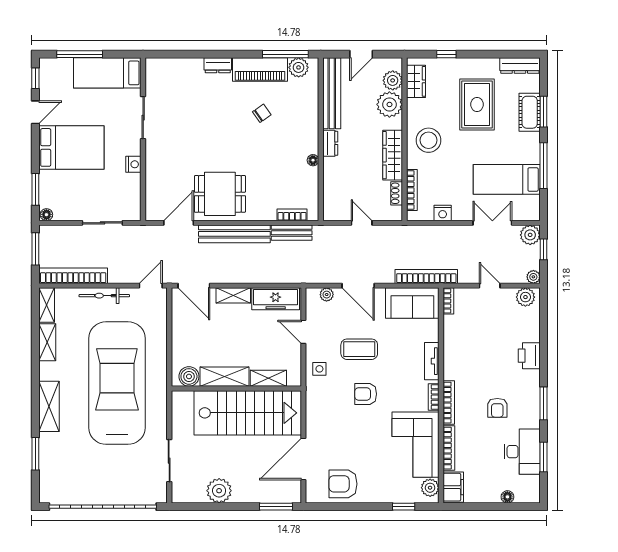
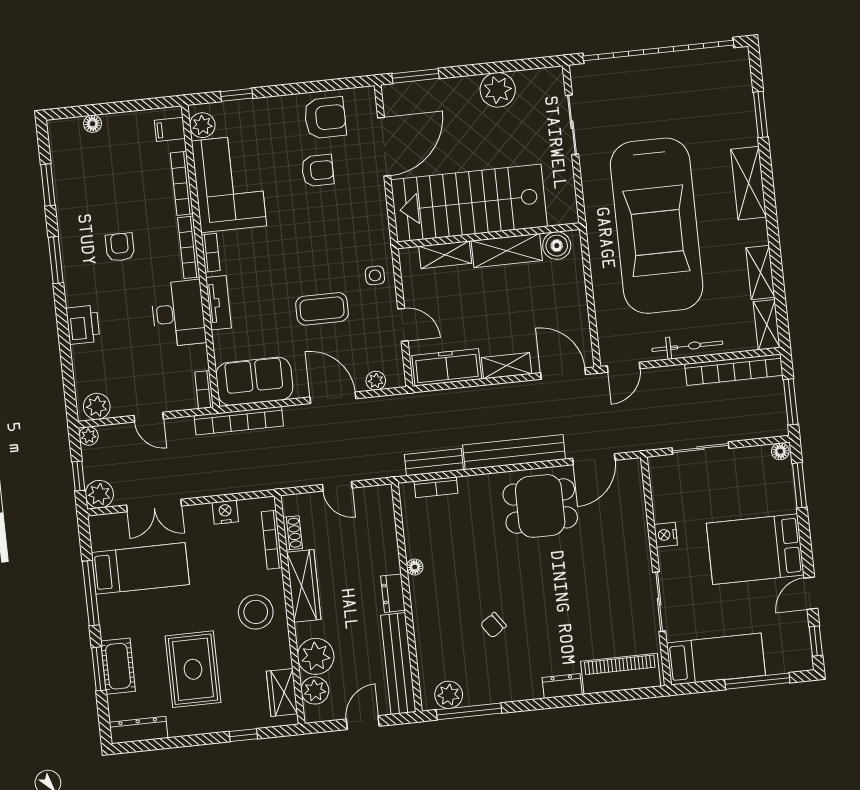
piano: (260, 70) -> (621, 674), moved
armchair: (366, 394) -> (318, 171), moved
desk: (522, 452) -> (178, 313), moved, turned 180
filing cabinet: (453, 487) -> (170, 129), width x0.50

